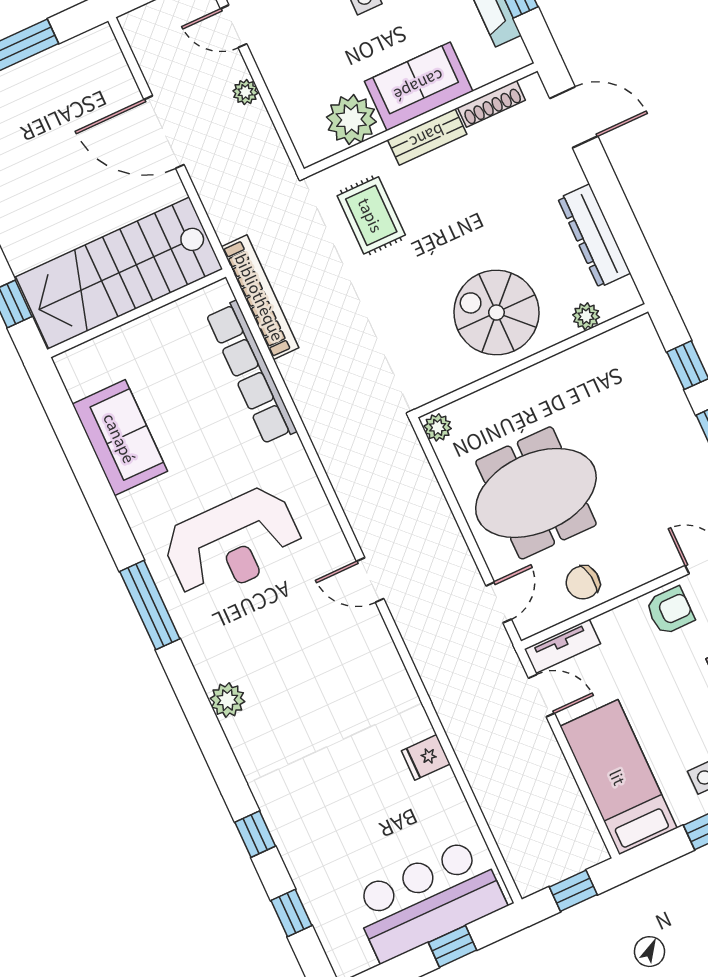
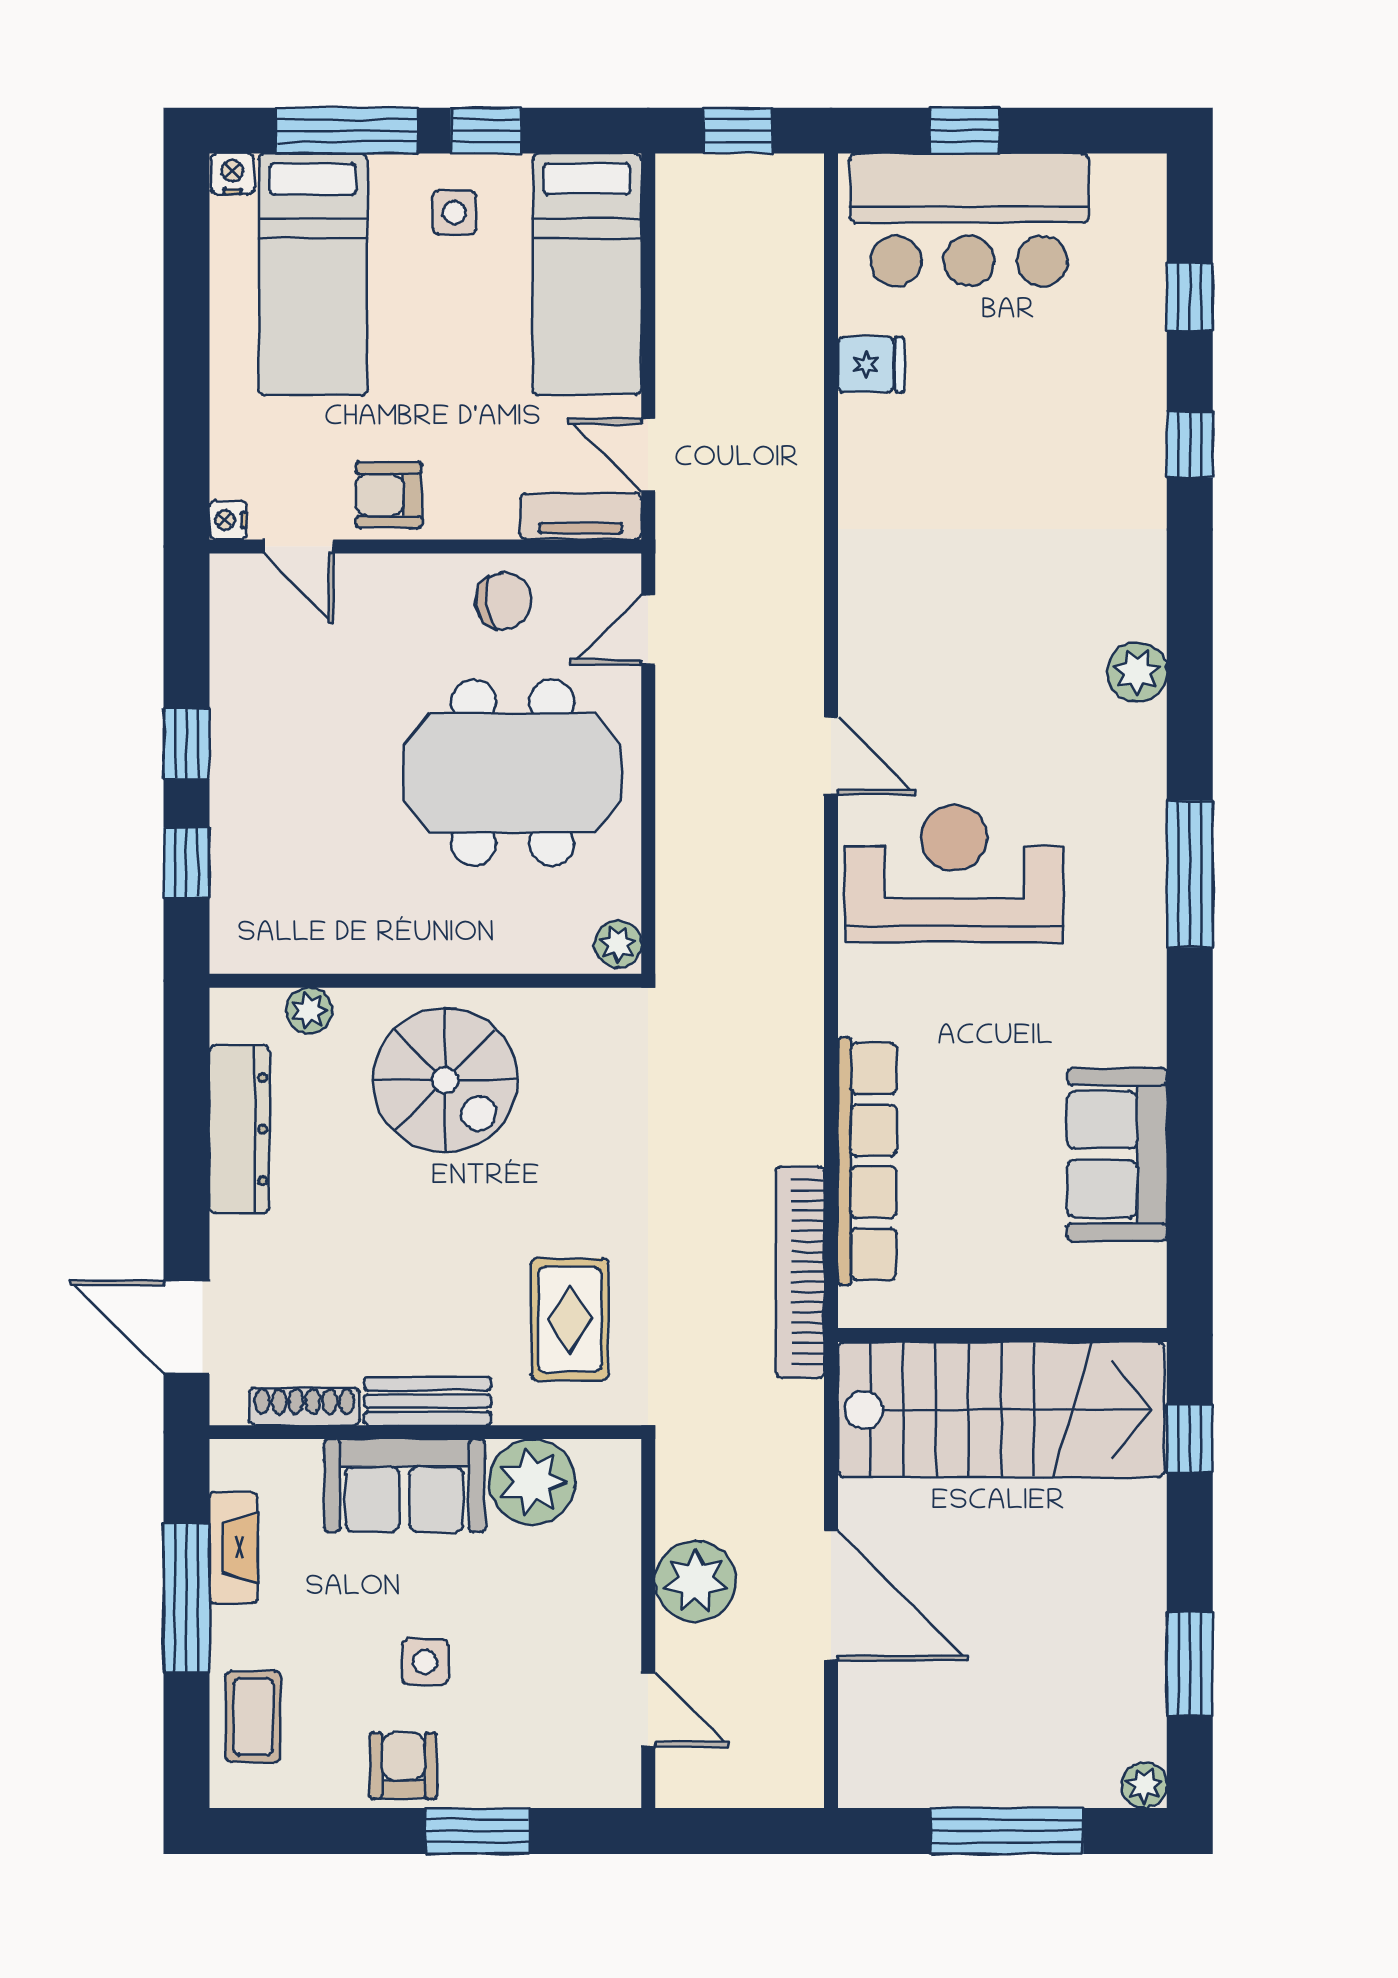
plant: (245, 92) -> (696, 1581), width x1.88, depth x1.88
reception desk: (233, 543) -> (954, 874), moved
fridge: (426, 757) -> (871, 365), moved

